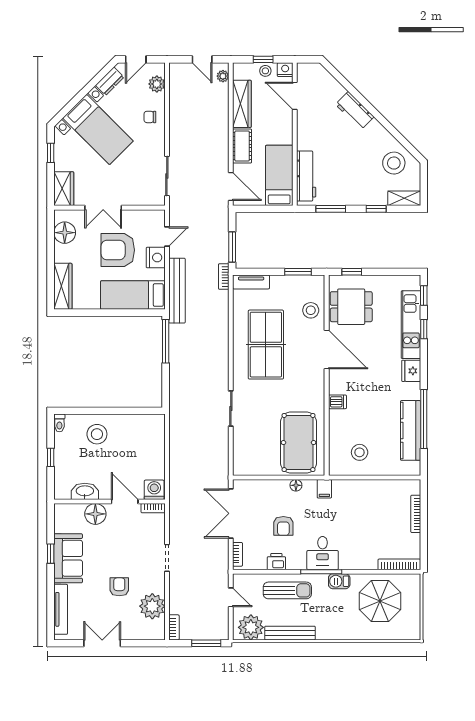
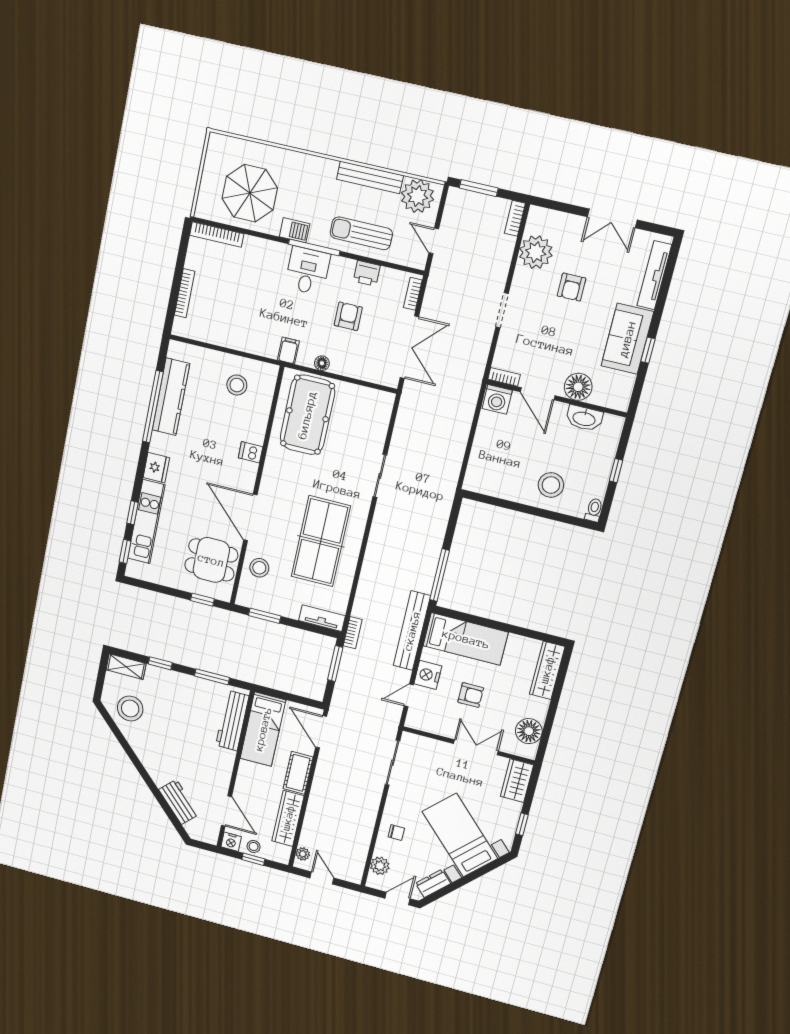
workbench: (355, 111) -> (179, 802), moved
armchair: (118, 250) -> (471, 695), width x0.53, depth x0.53

